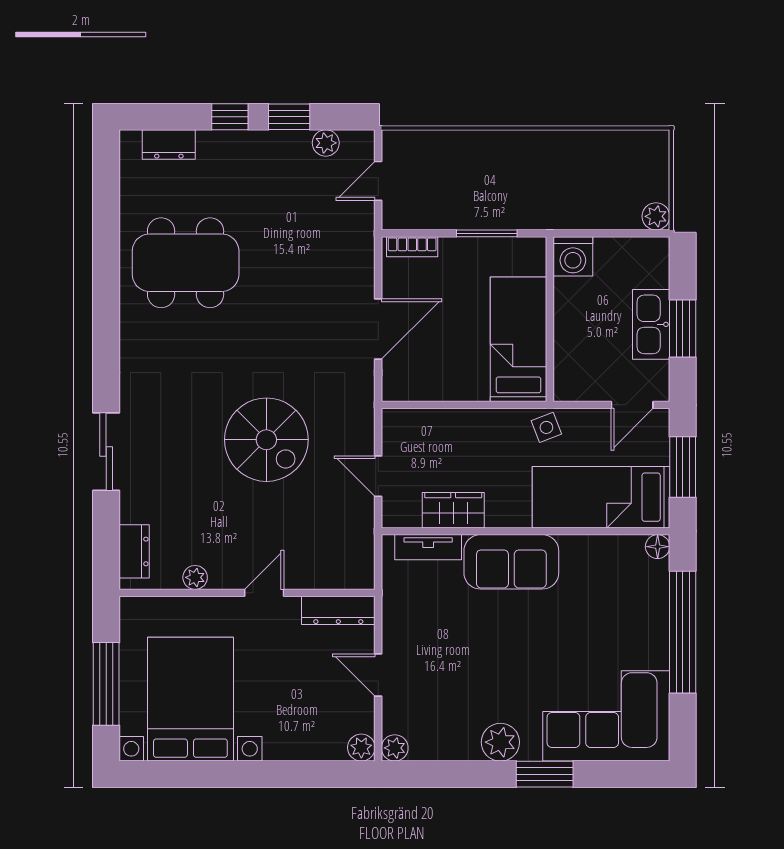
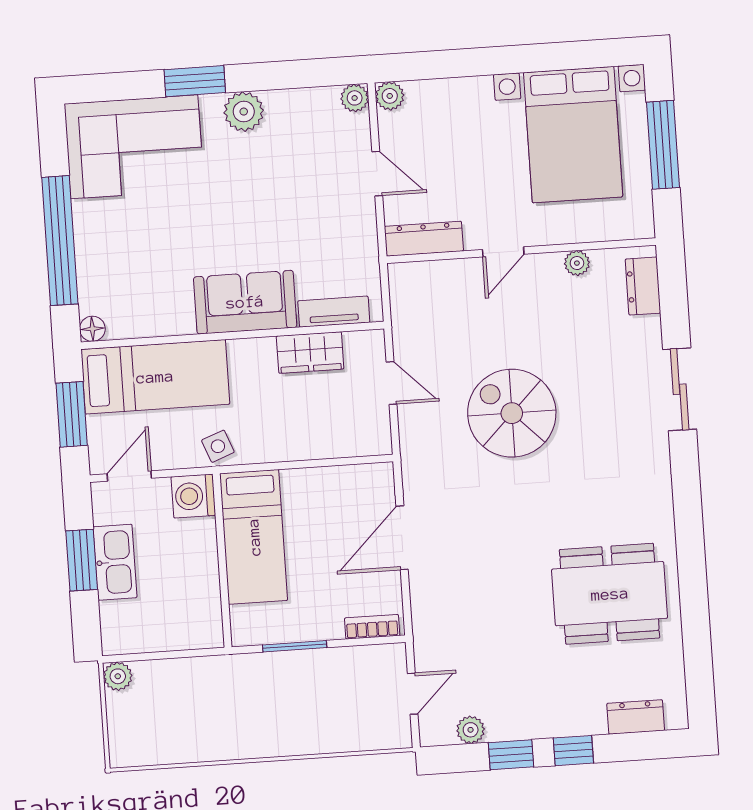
washing machine: (573, 256) -> (193, 496), moved, turned -90

